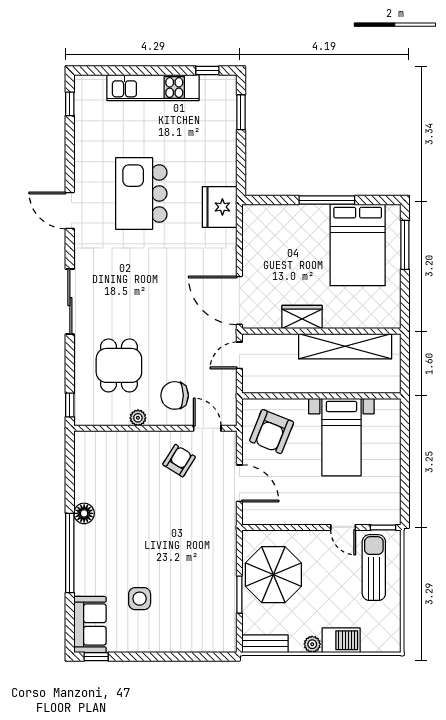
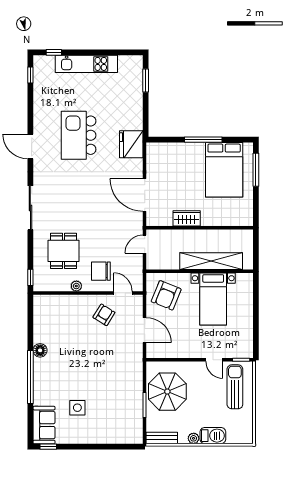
window: (207, 70) -> (54, 52), moved
door: (239, 300) -> (145, 195), moved
shelving: (345, 346) -> (211, 261), moved

